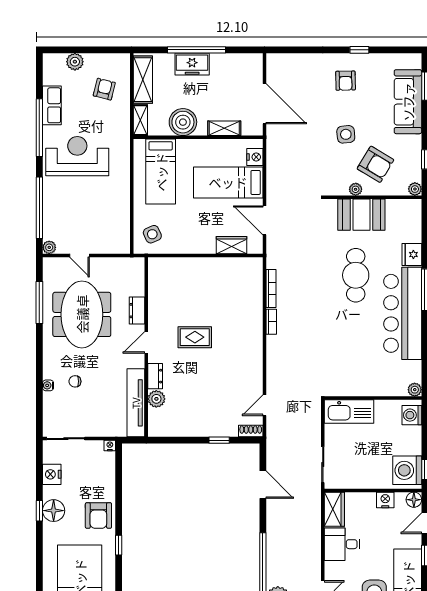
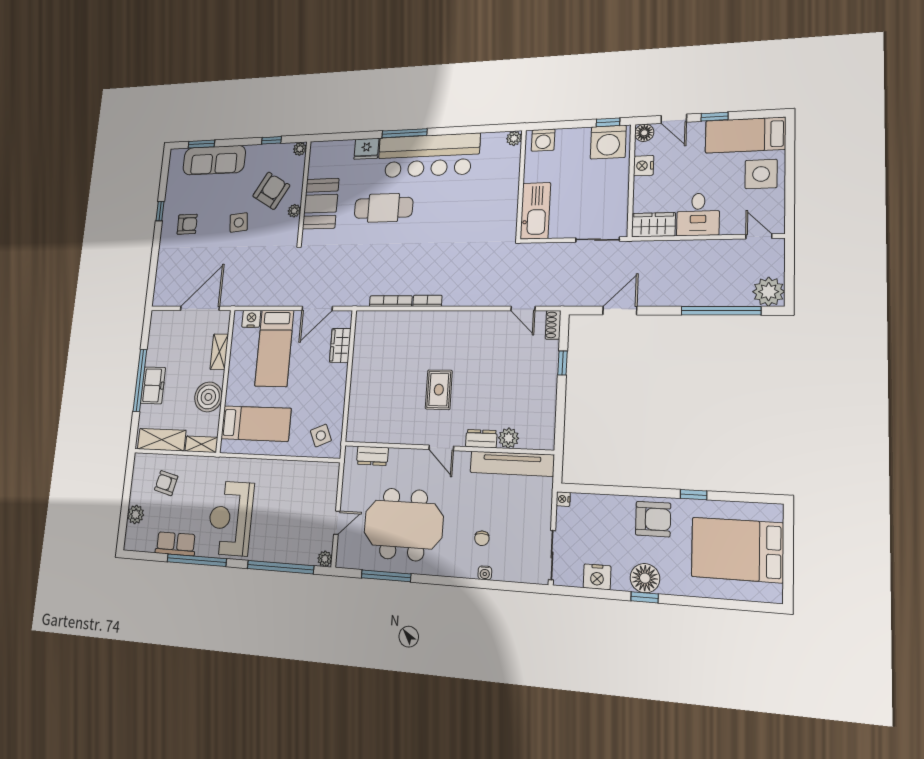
dresser: (137, 311) -> (372, 456), moved

